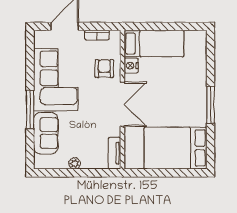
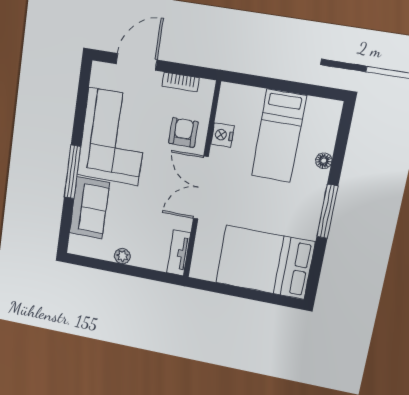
bed: (154, 44) -> (279, 136), moved, turned 90
floor lamp: (201, 71) -> (324, 161), added
double door: (122, 104) -> (201, 188), swing flipped

